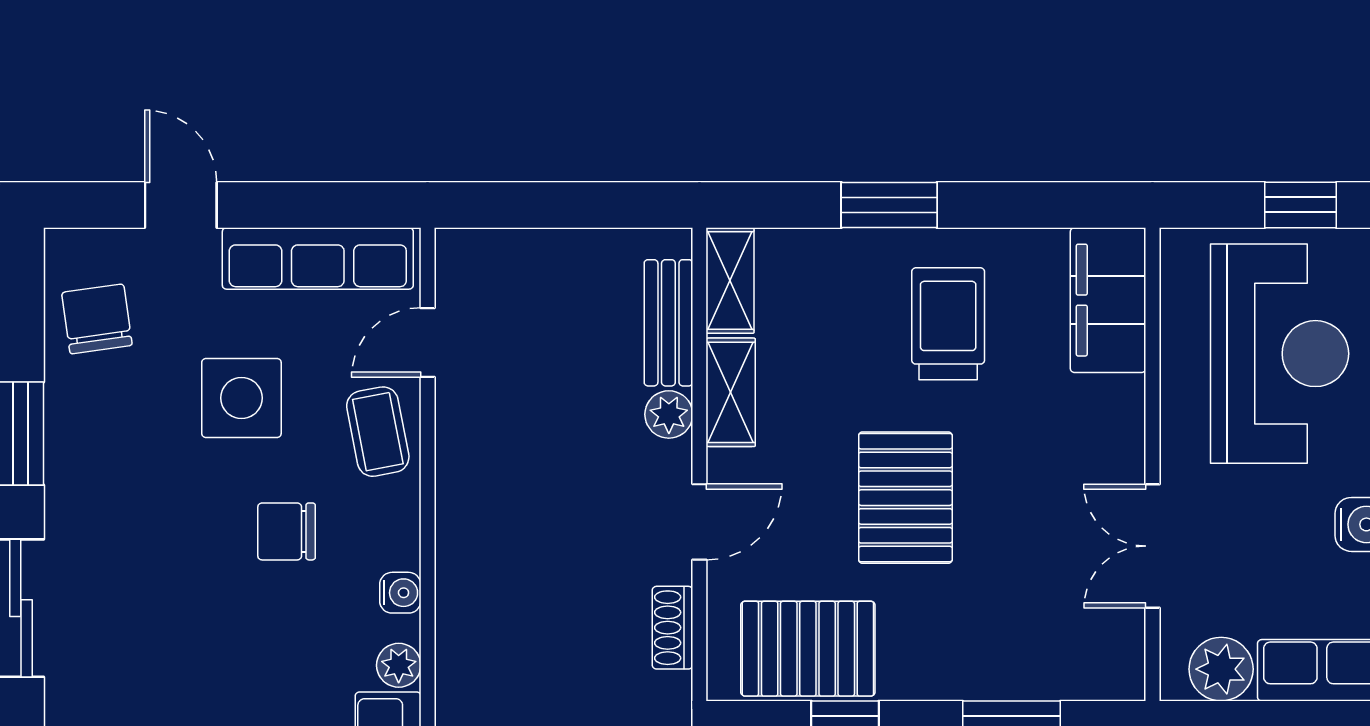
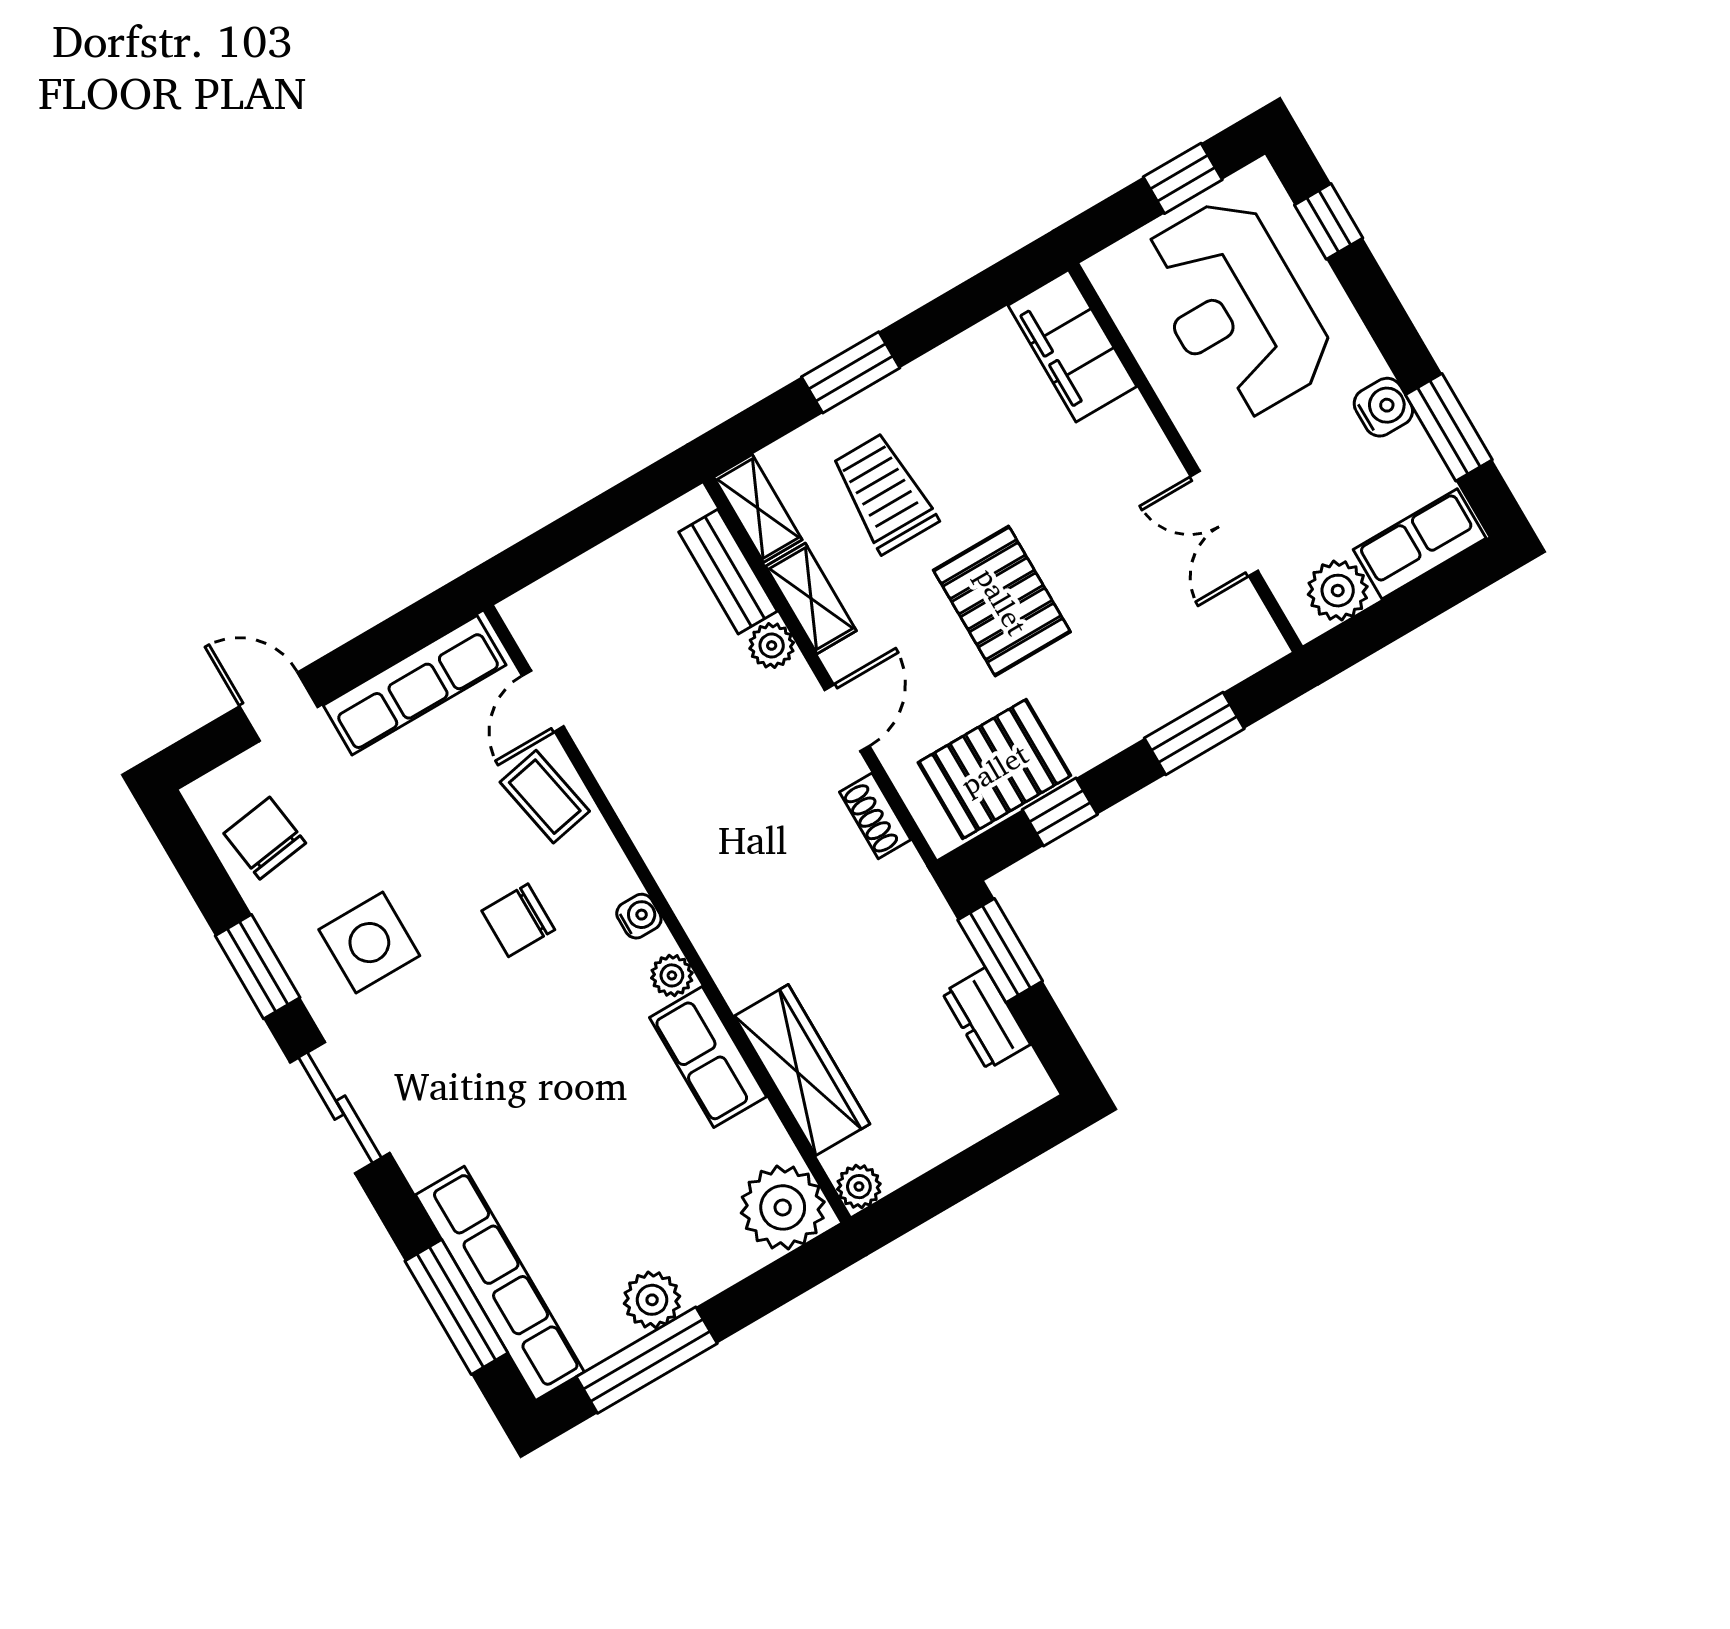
trolley: (948, 324) -> (884, 493), moved
reception desk: (1280, 354) -> (1236, 308), turned 180
side table: (241, 398) -> (369, 943), moved

